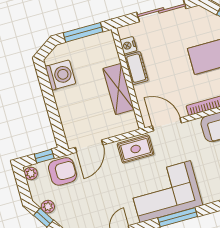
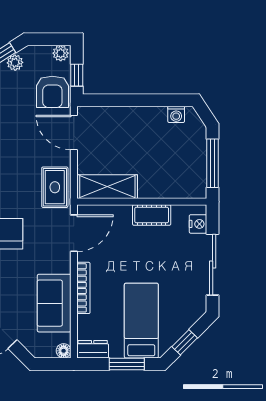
nightstand: (128, 45) -> (198, 224), moved, turned 90
washing machine: (60, 75) -> (176, 114), width x0.53, depth x0.53
shelving: (118, 89) -> (107, 187), moved

